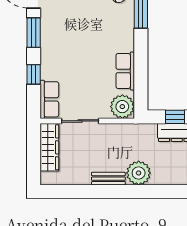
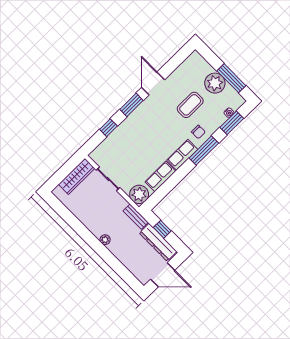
row of seats: (49, 99) -> (182, 155), moved, turned 180
plant: (139, 173) -> (105, 240), width x0.53, depth x0.53
bench: (108, 179) -> (136, 217), moved

